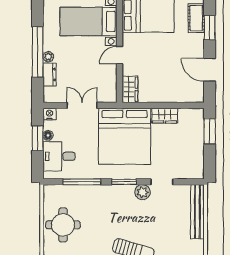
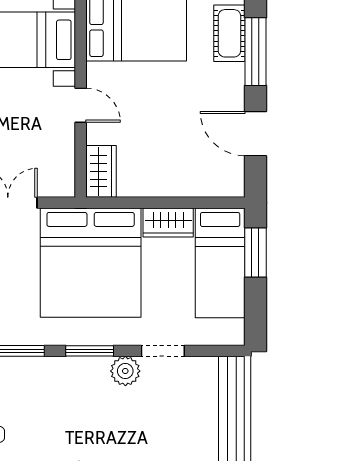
window: (210, 28) -> (255, 52), width x1.44
door: (120, 55) -> (81, 105), swing flipped
bed: (191, 136) -> (220, 263), added

